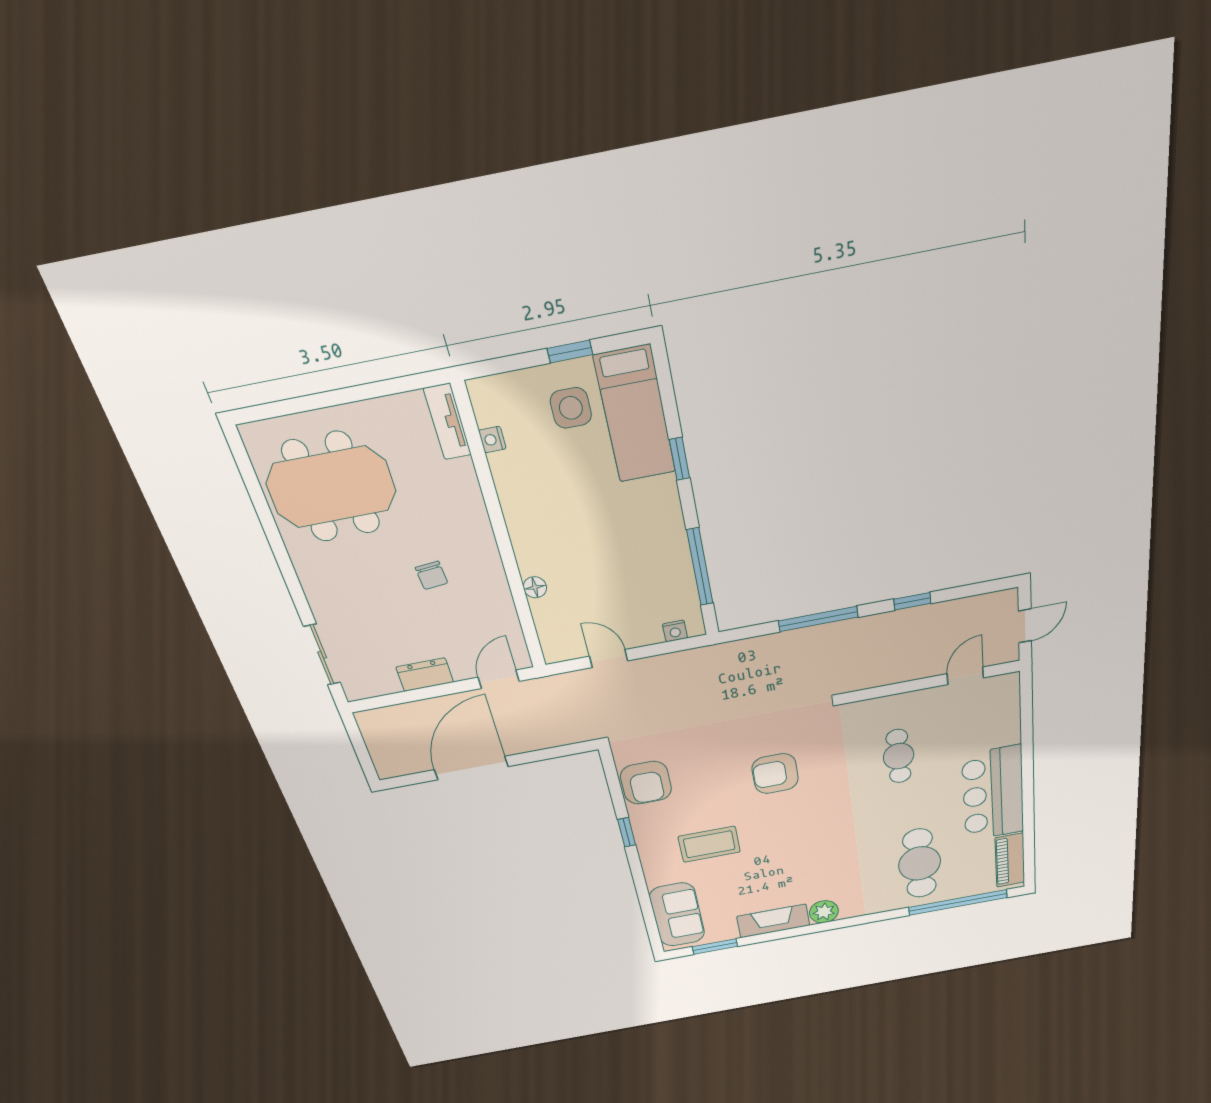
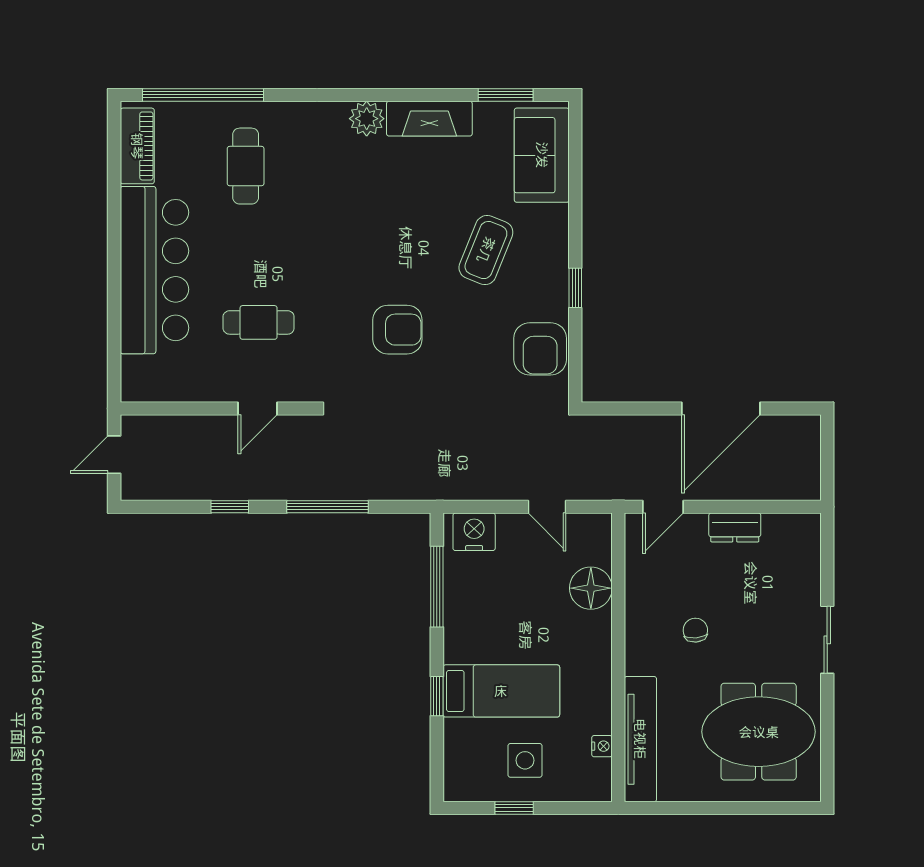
bed: (635, 415) -> (501, 691), moved, turned 90
tv unit: (448, 422) -> (640, 739), width x1.92, depth x1.29
floor lamp: (535, 587) -> (591, 588), width x1.89, depth x1.89
nightstand: (675, 631) -> (474, 532), width x1.89, depth x1.79
sliding door: (322, 655) -> (827, 640), moved
door: (965, 676) -> (258, 408), moved
cafe table: (899, 756) -> (259, 322), turned 90
armchair: (646, 783) -> (540, 349), turned 180
bar counter: (993, 794) -> (154, 270), width x1.36
coffee table: (709, 844) -> (486, 250), turned -68
cafe table: (920, 863) -> (246, 166), width x0.73, depth x0.74

